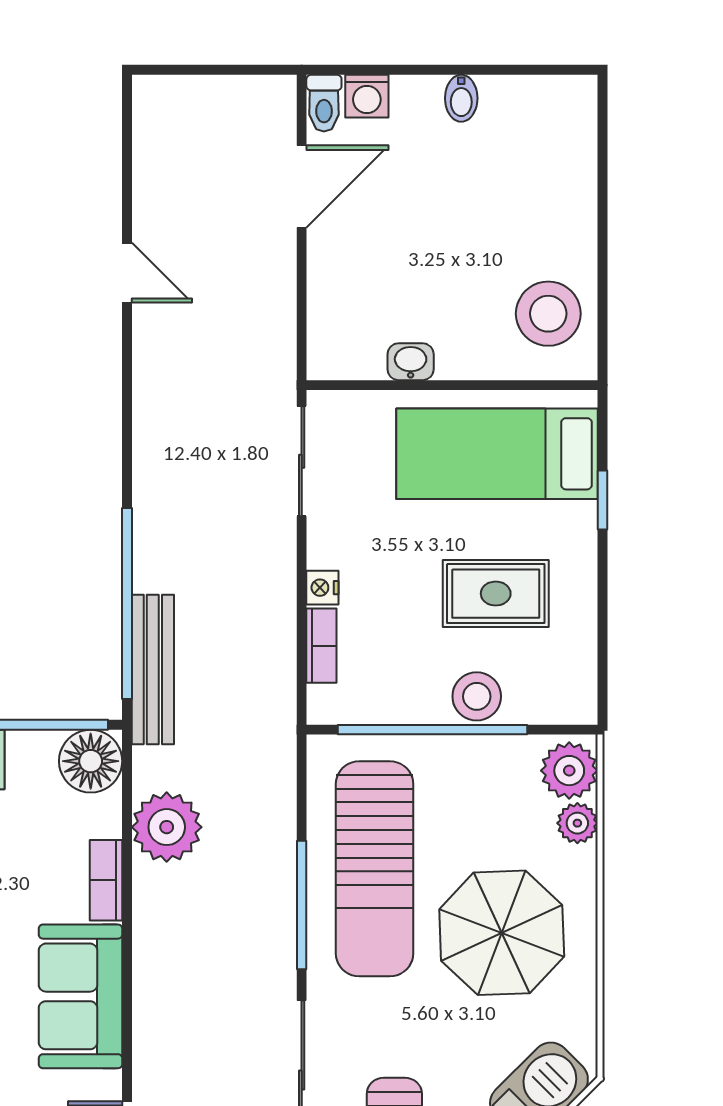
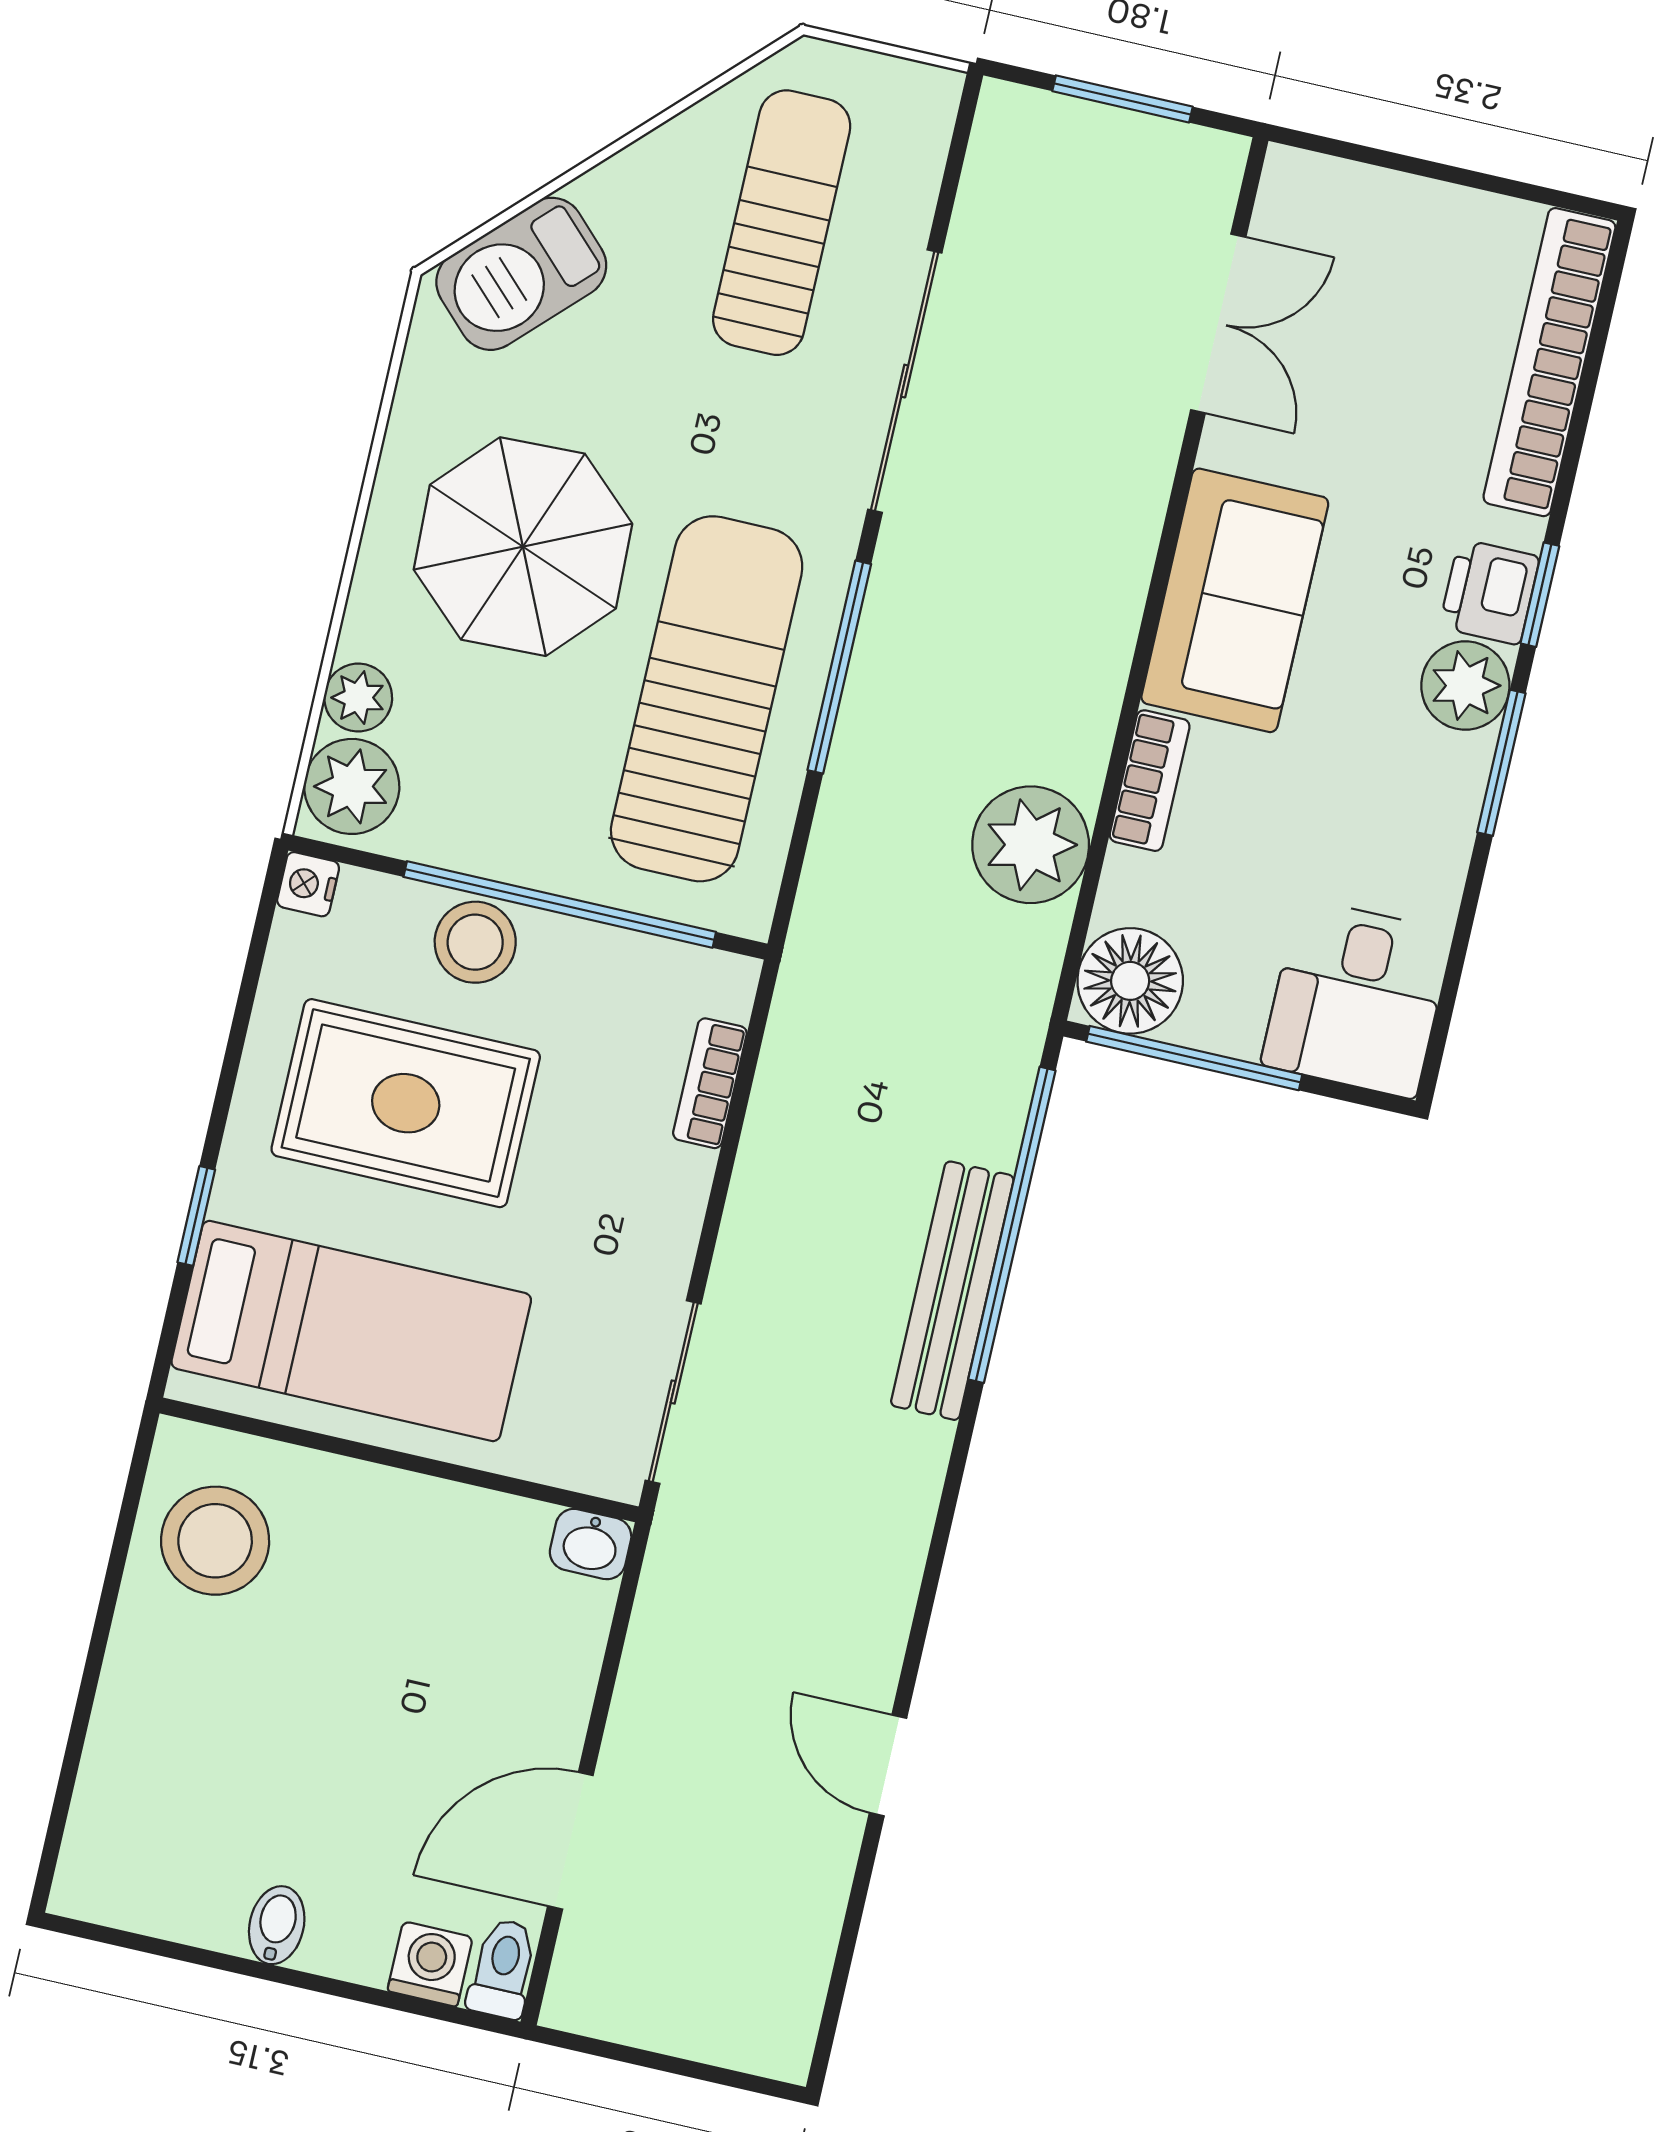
washbasin: (411, 362) -> (591, 1544), moved
nightstand: (322, 588) -> (308, 884), moved, turned 180
rug: (496, 594) -> (406, 1103), width x1.36, depth x1.43
bench: (153, 669) -> (952, 1291), moved

